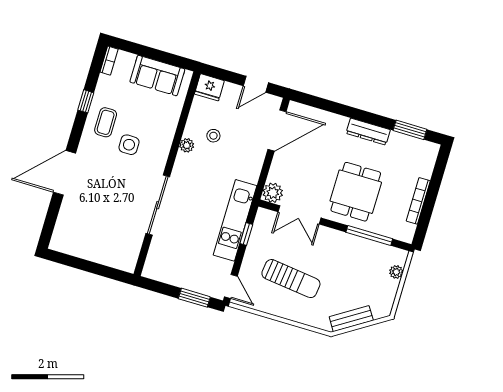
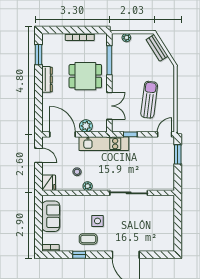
plant: (273, 193) -> (86, 126), moved
kitchen unit: (235, 220) -> (104, 144), moved
bench: (351, 319) -> (157, 48), moved

